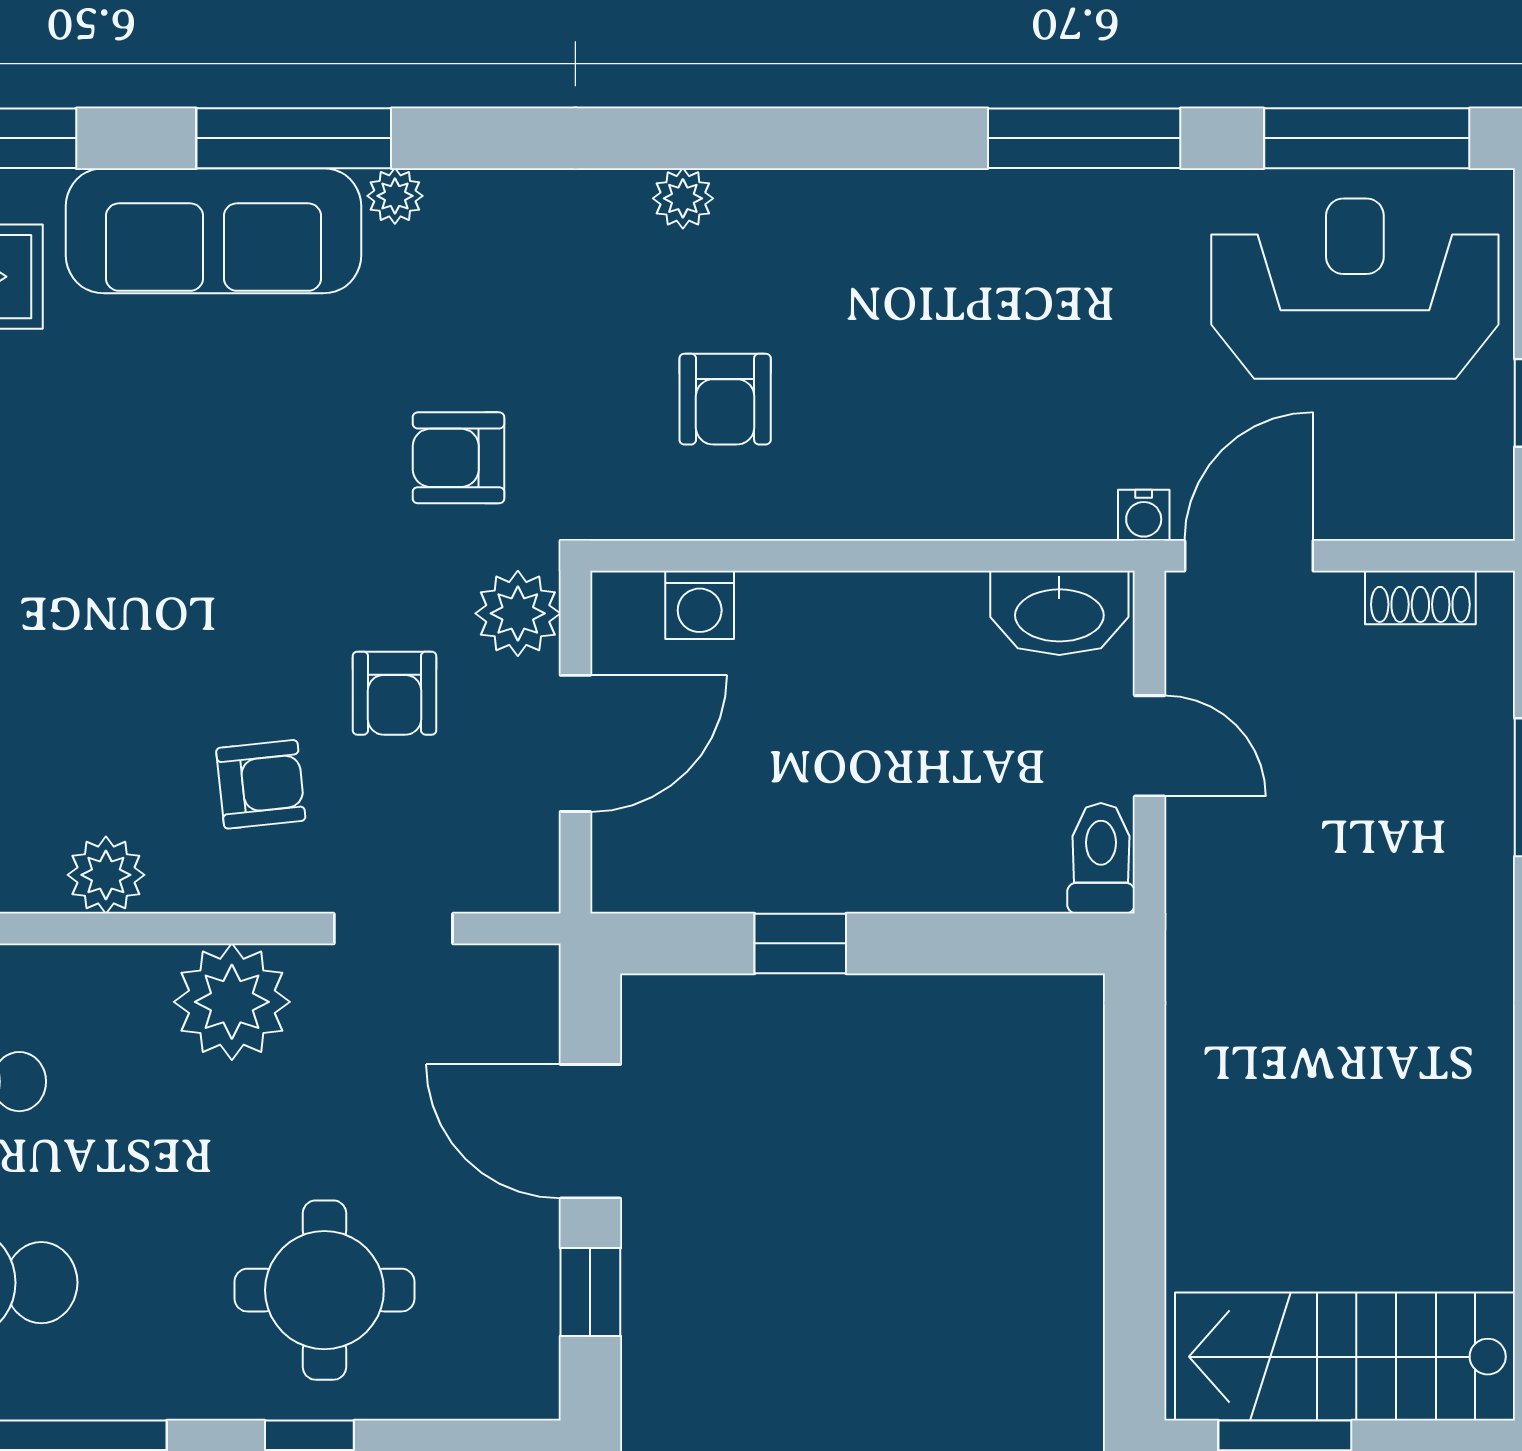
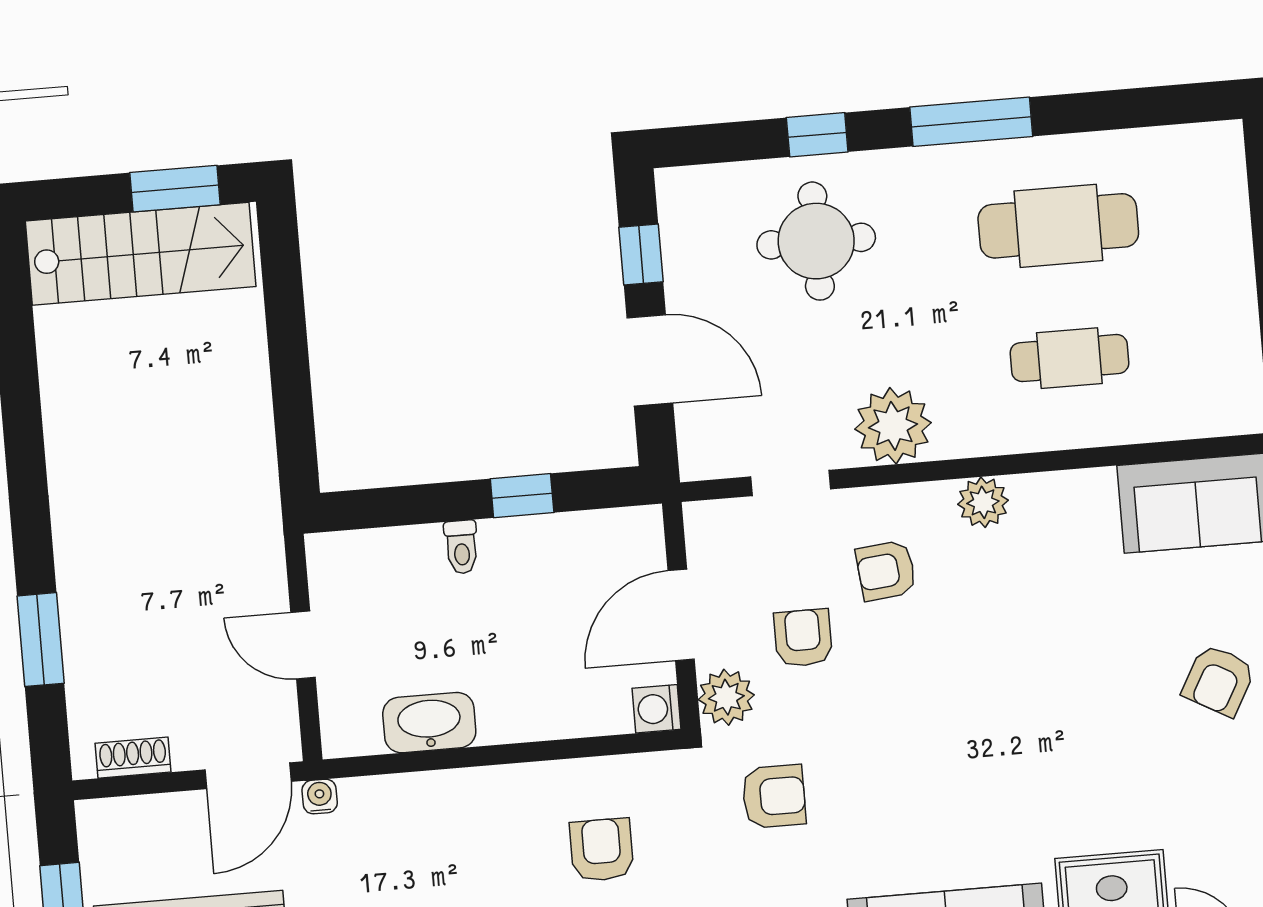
washing machine: (700, 605) -> (656, 709), moved, turned -90
washbasin: (1059, 613) -> (429, 723), moved
toilet: (1101, 858) -> (461, 547), moved, width x0.73, depth x0.72

